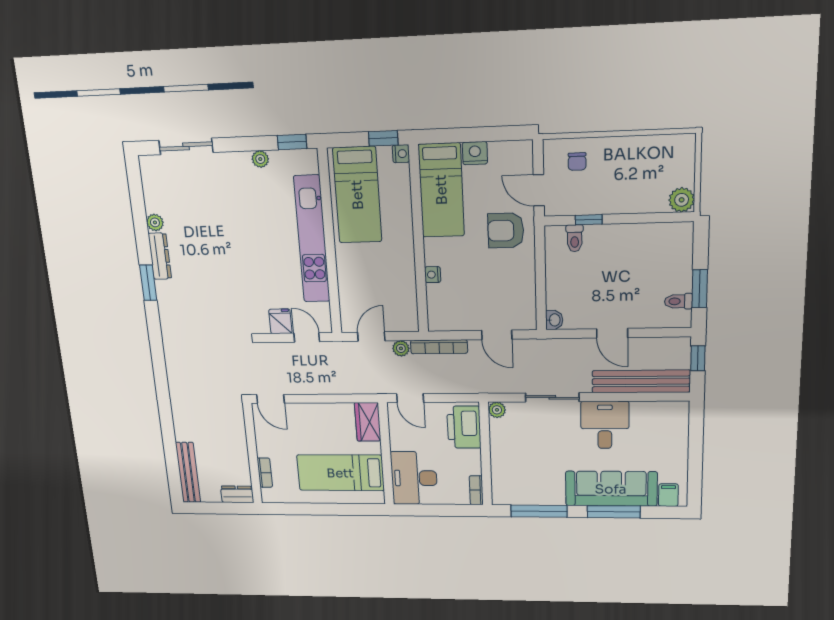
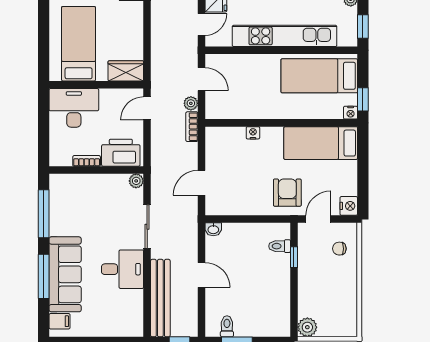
nightstand: (475, 153) -> (349, 206), moved
door: (612, 333) -> (201, 275), swing flipped
bookcase: (439, 347) -> (192, 127), width x0.64
bookcase: (476, 490) -> (87, 161), moved

